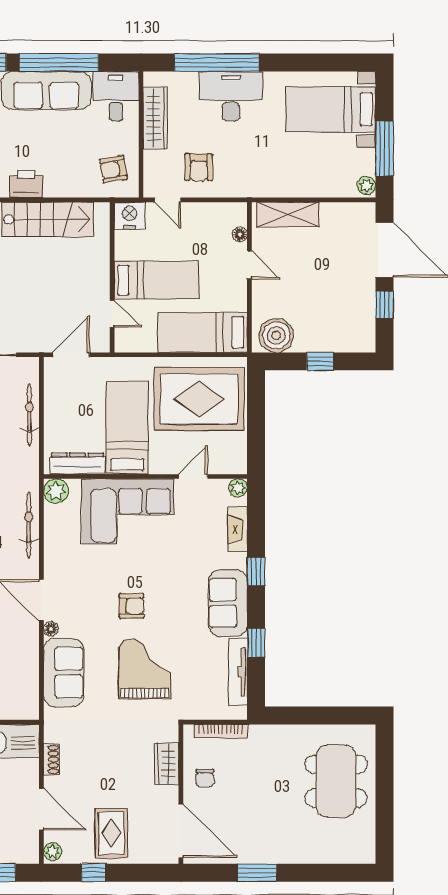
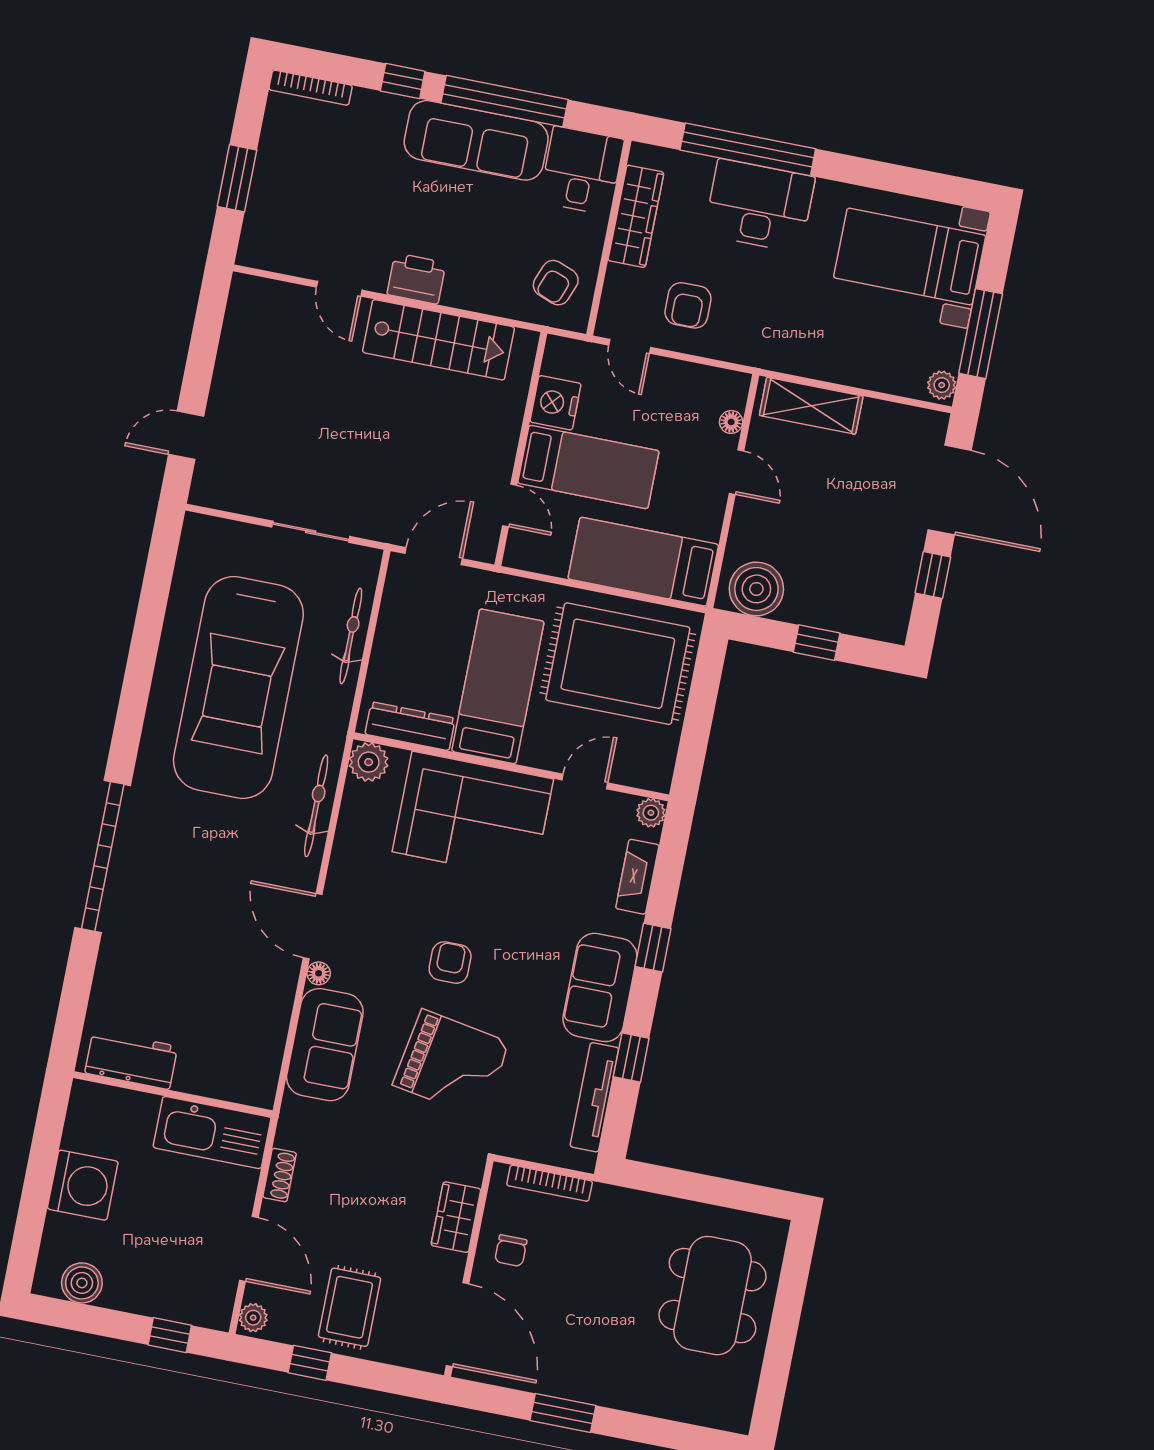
armchair: (113, 169) -> (556, 283), turned -59
nightstand: (130, 216) -> (555, 403), moved, turned -90
armchair: (131, 606) -> (450, 963), turned -90
grand piano: (145, 669) -> (451, 1064), turned 100

